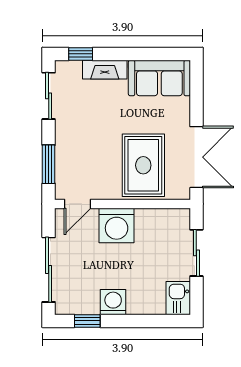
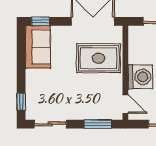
fireplace: (105, 70) -> (32, 85), removed
window: (196, 82) -> (41, 21), added

